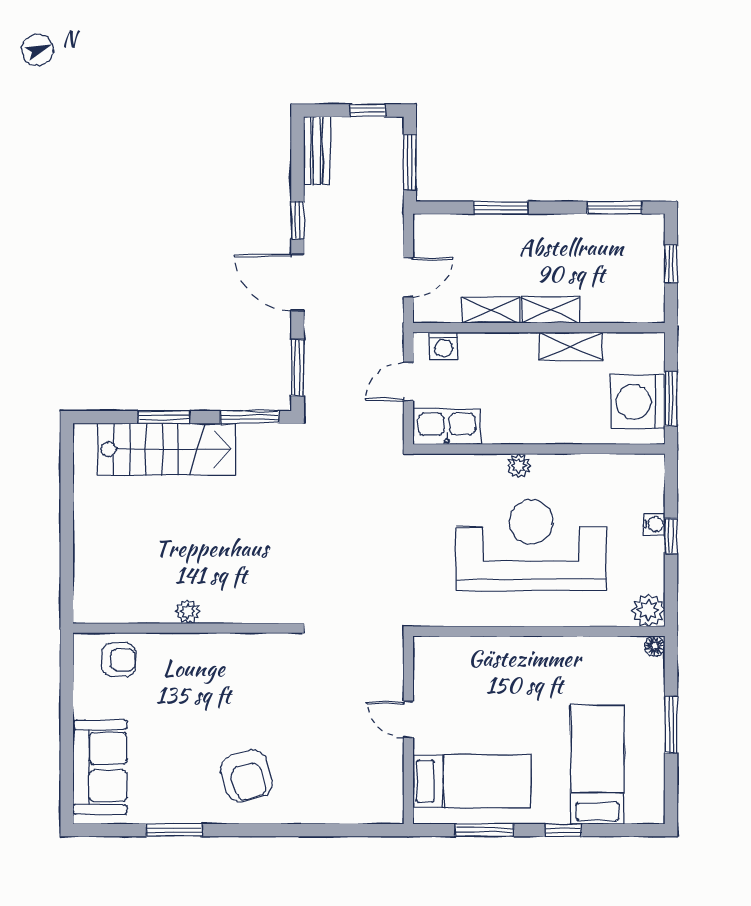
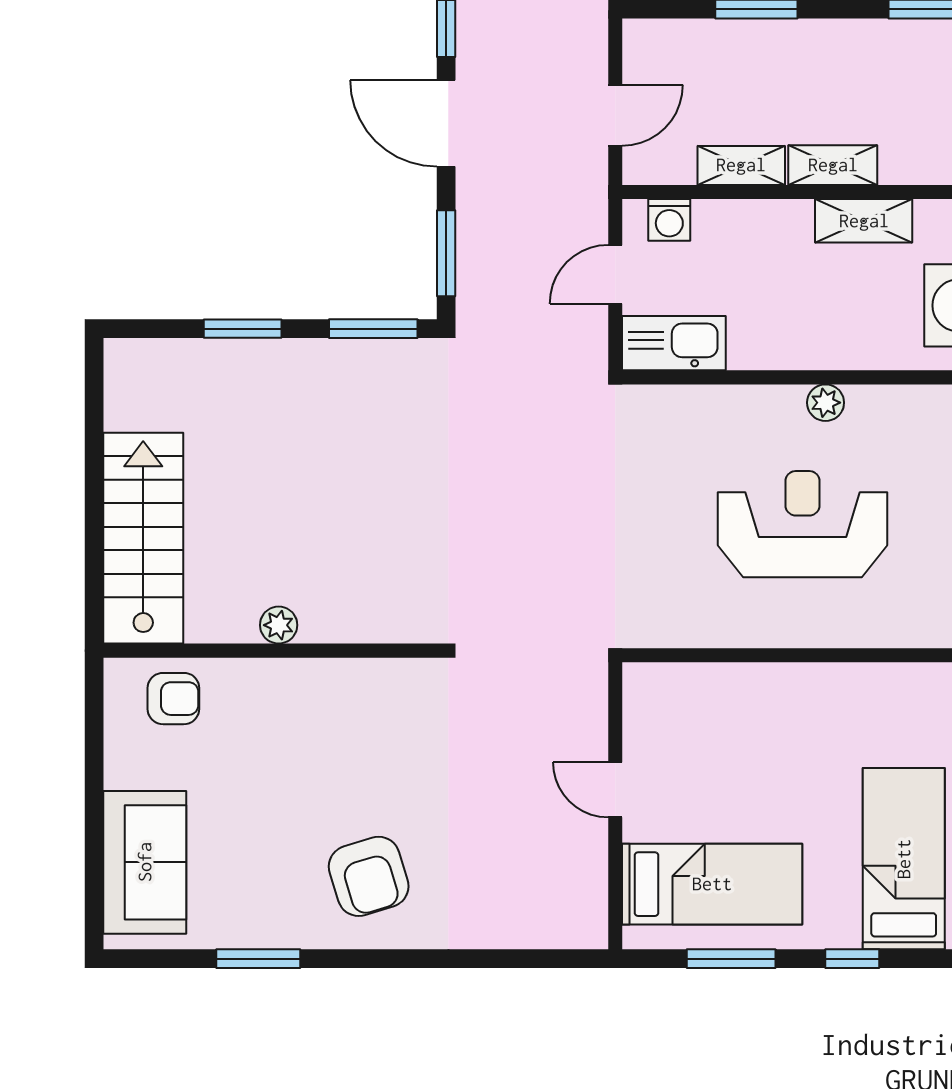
stairs: (167, 449) -> (143, 538), moved, turned -90
plant: (519, 466) -> (826, 403), moved
reception desk: (531, 545) -> (803, 524), width x0.74, depth x0.77

